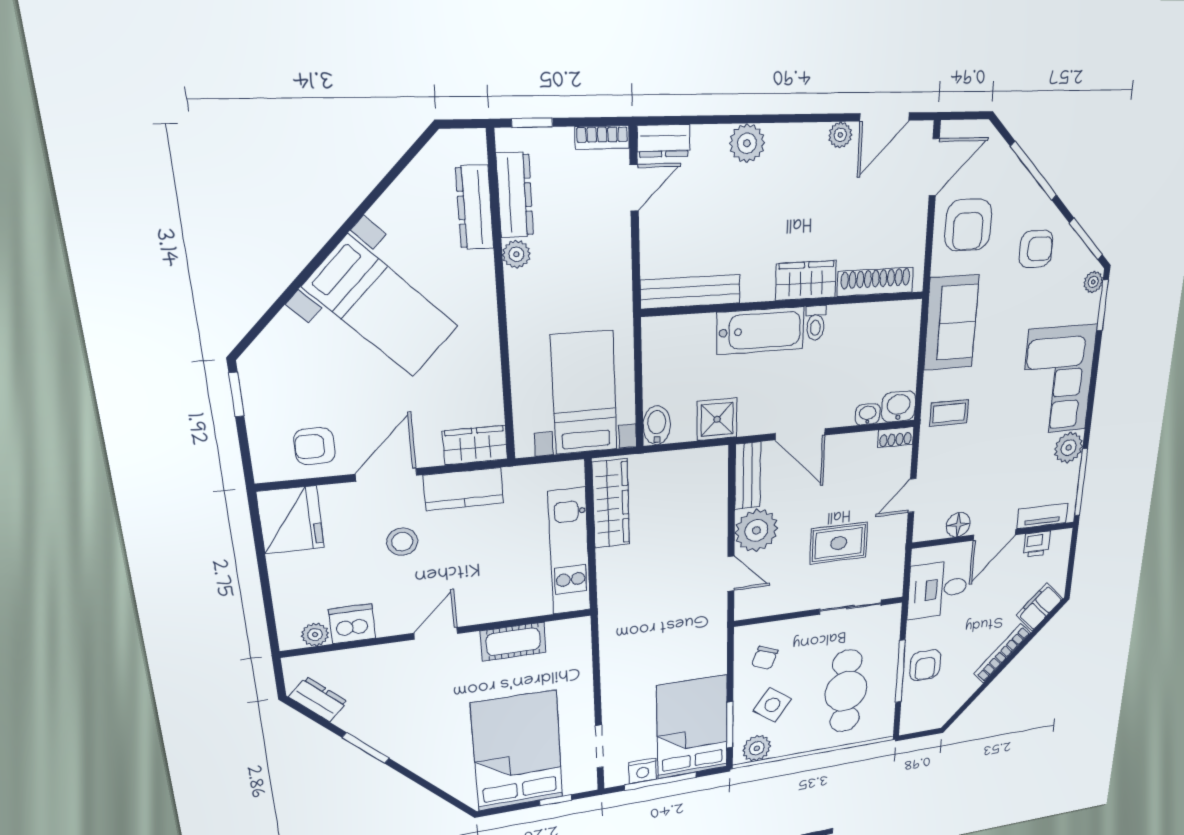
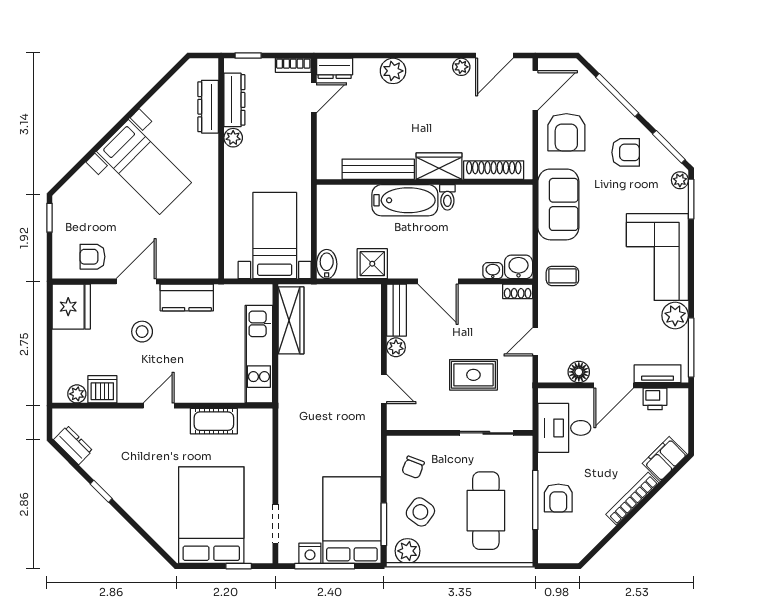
bench: (691, 292) -> (378, 169), moved
wardrobe: (475, 445) -> (197, 266), removed
plant: (756, 530) -> (396, 347), width x0.53, depth x0.53
window: (366, 748) -> (101, 491), width x0.67

